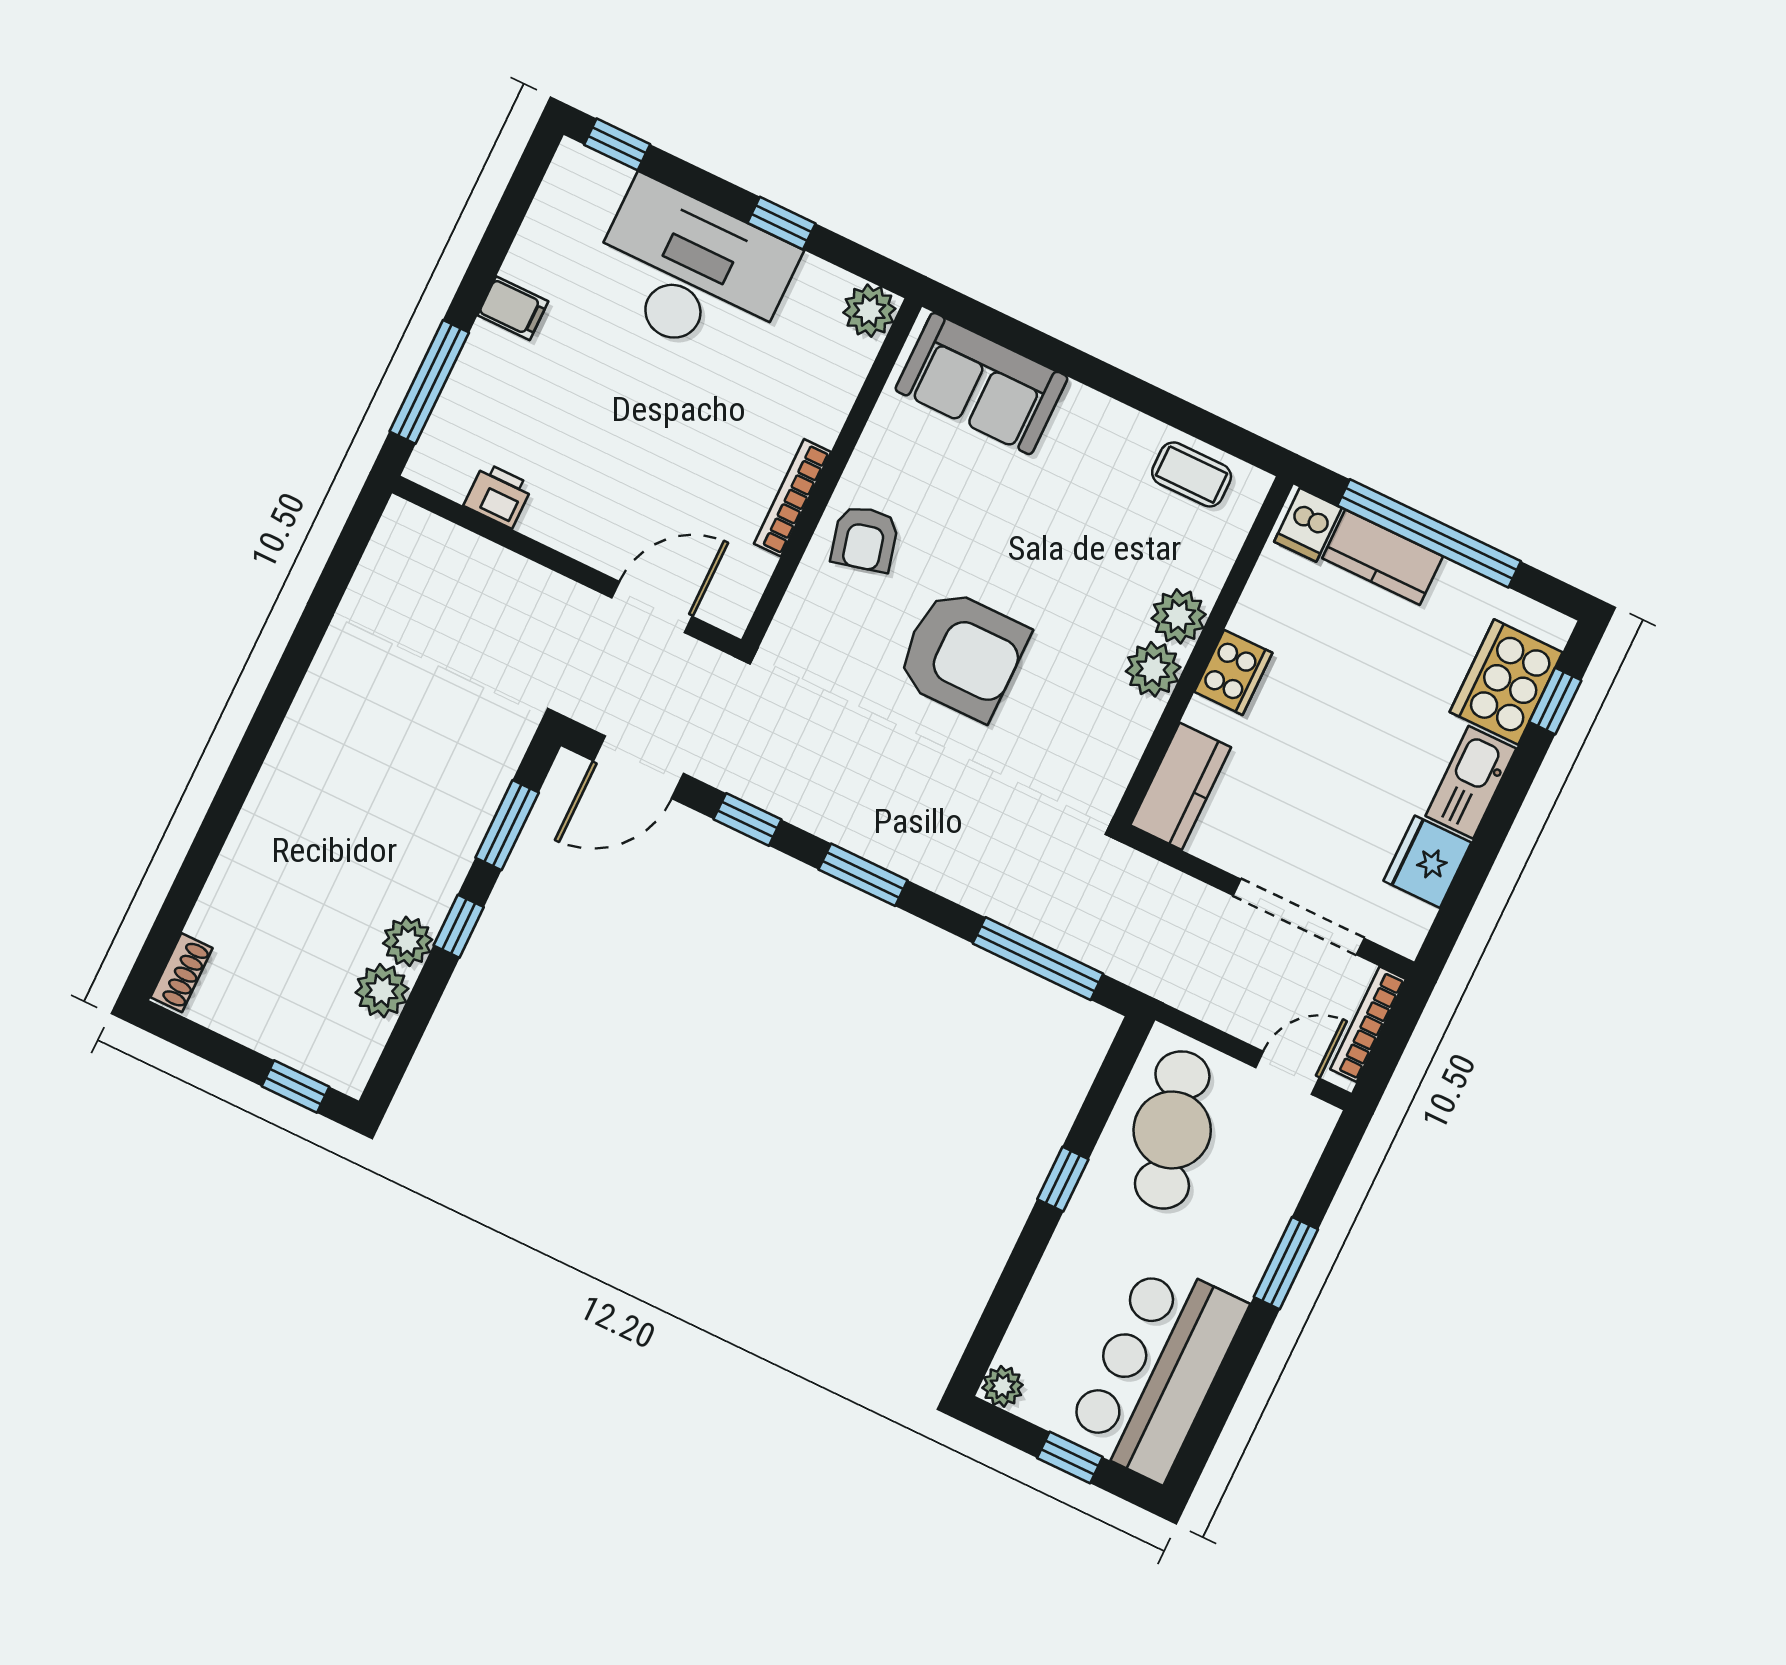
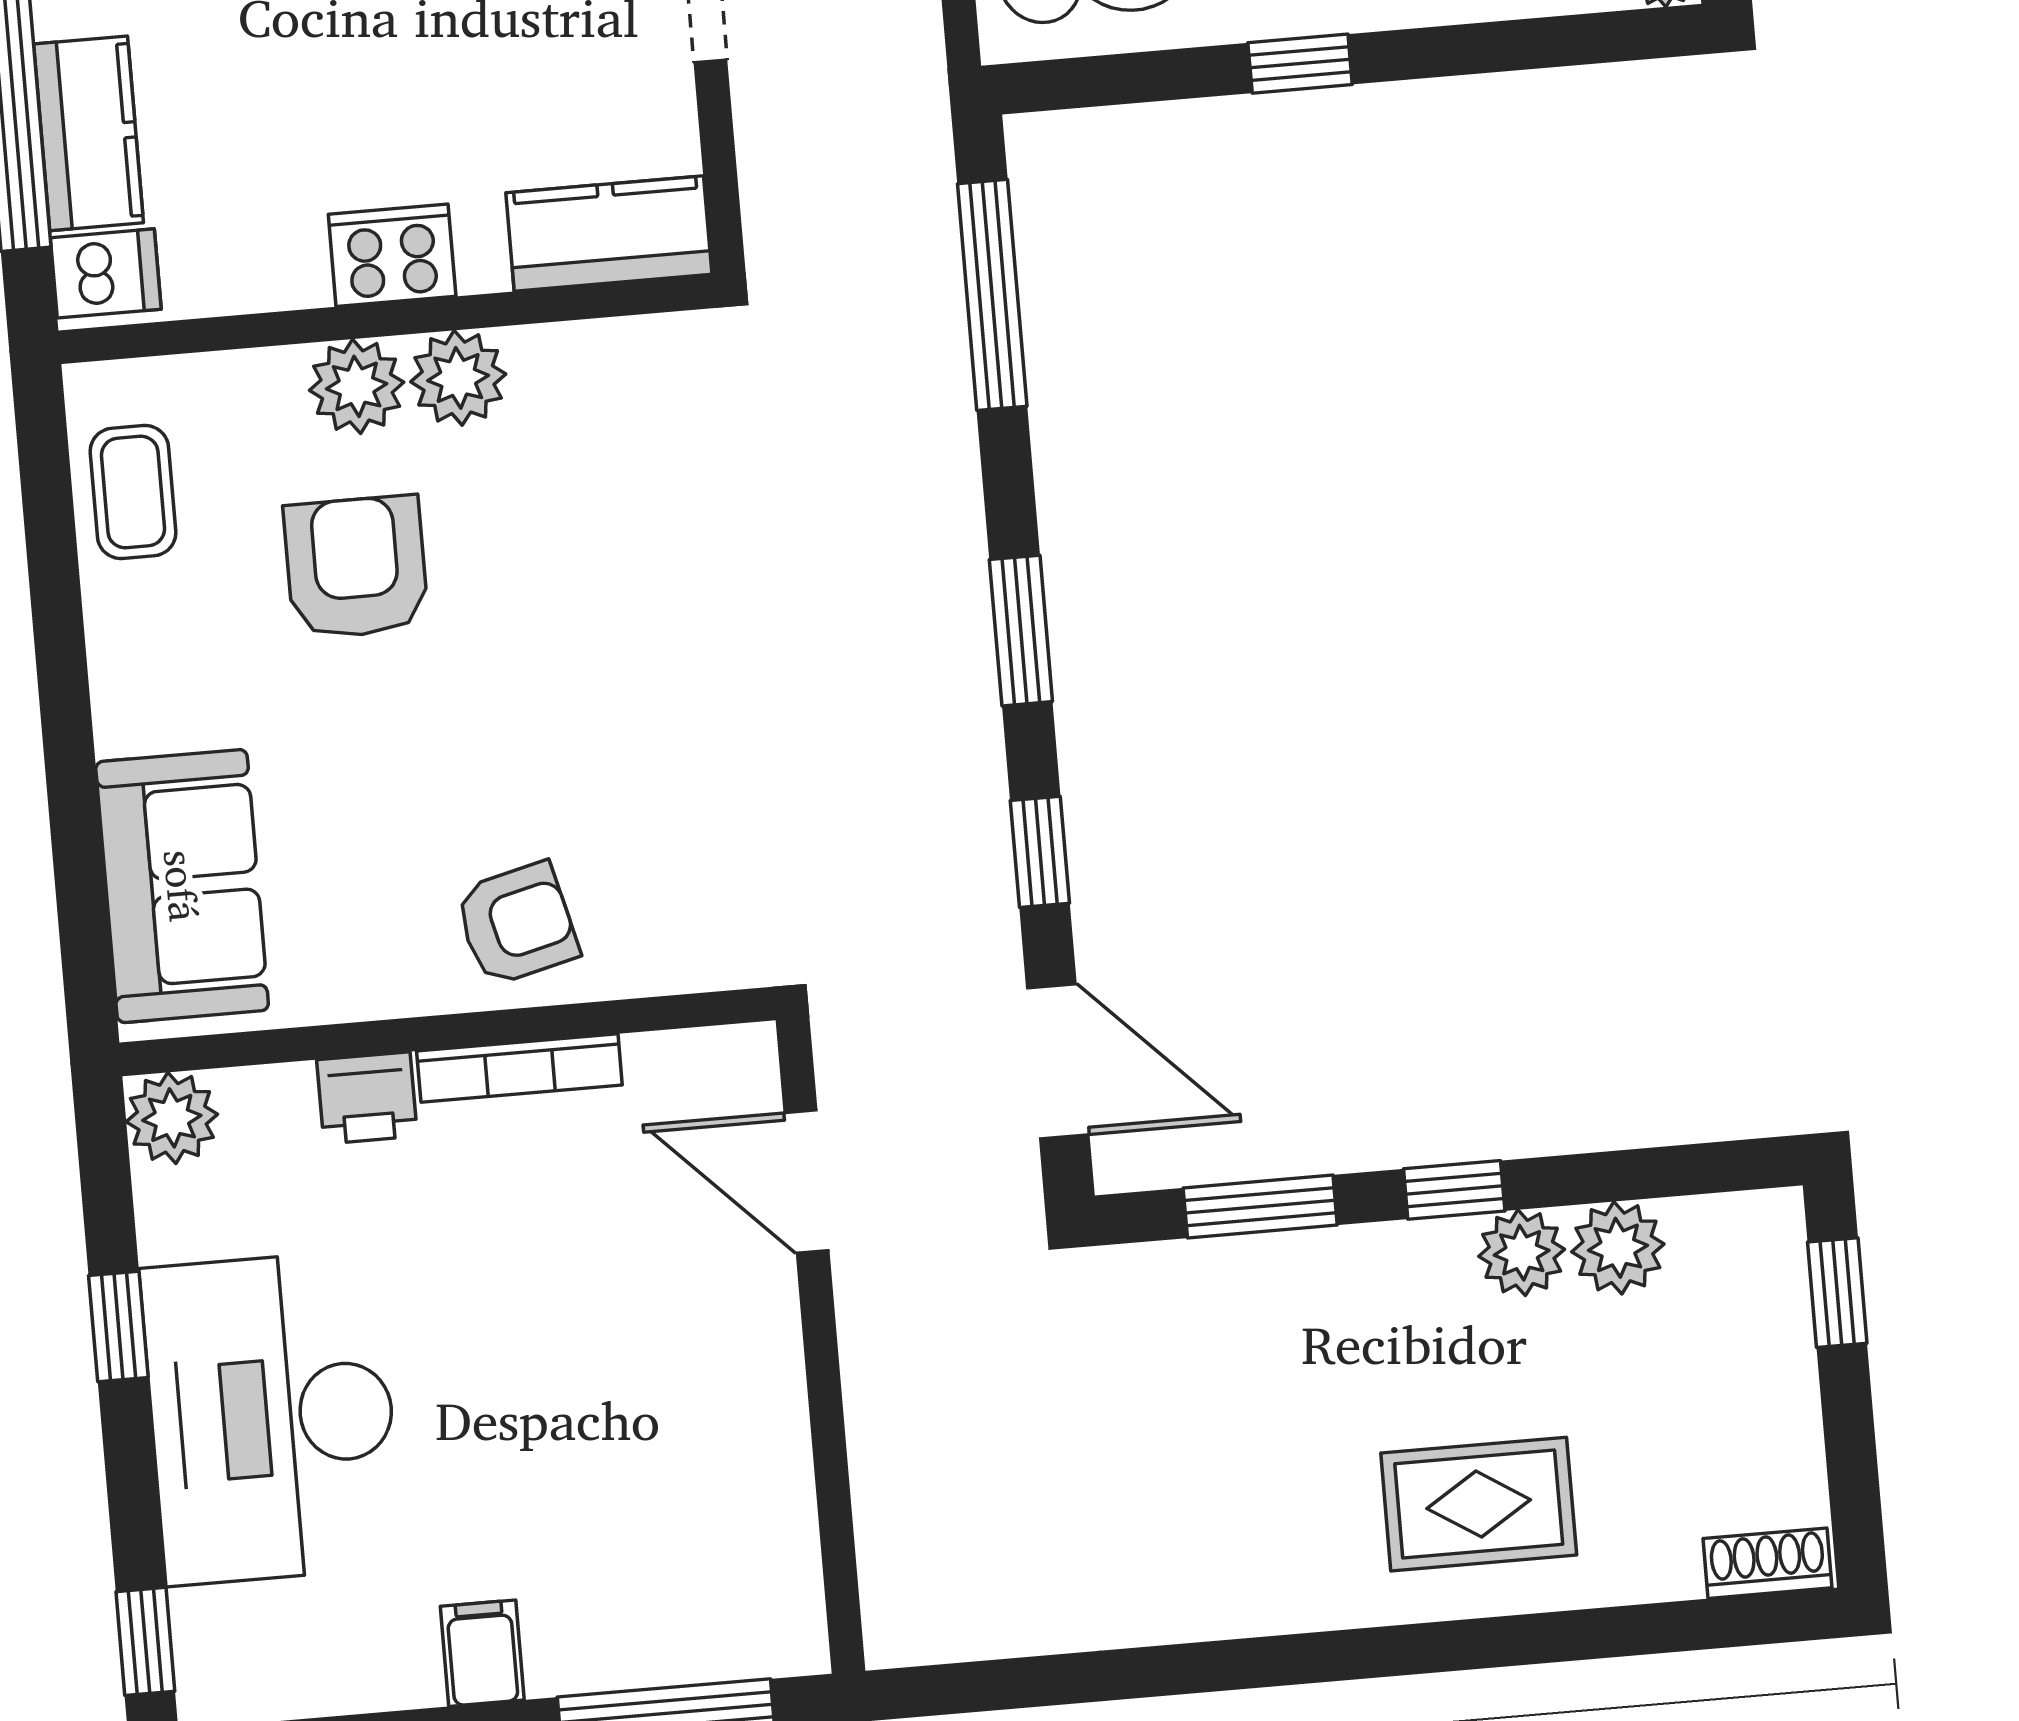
printer: (498, 495) -> (367, 1098), moved, turned -90
armchair: (962, 655) -> (356, 567), moved, width x0.73, depth x0.73
rug: (295, 847) -> (1479, 1504), added

